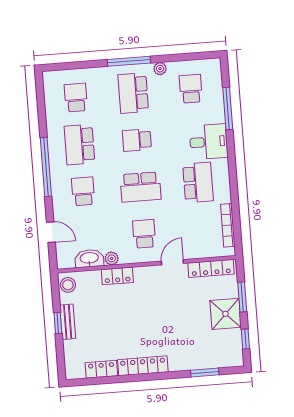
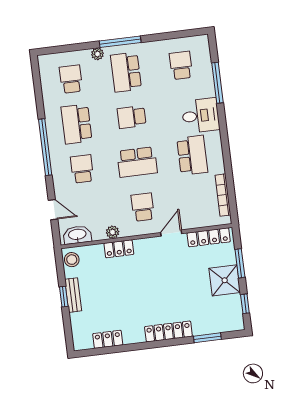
plant: (160, 69) -> (97, 54), moved
washbasin: (89, 258) -> (77, 235), moved
locker: (143, 366) -> (168, 331), moved

